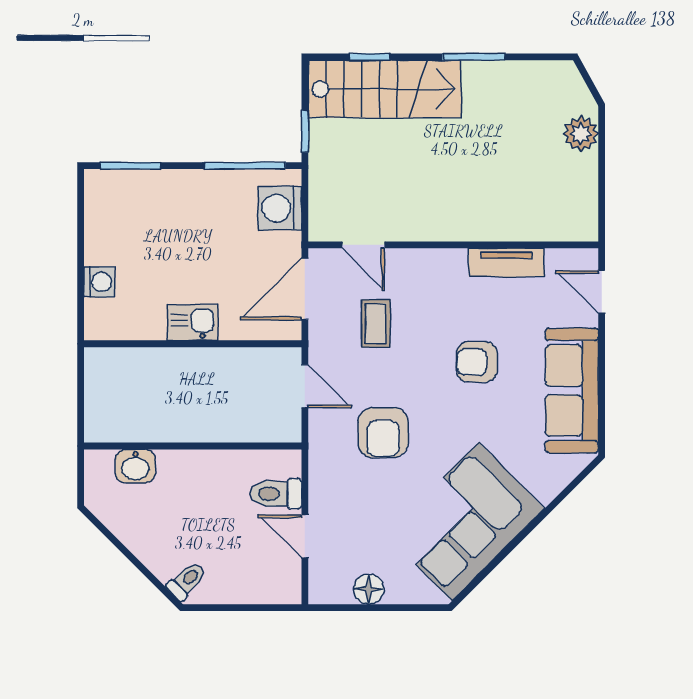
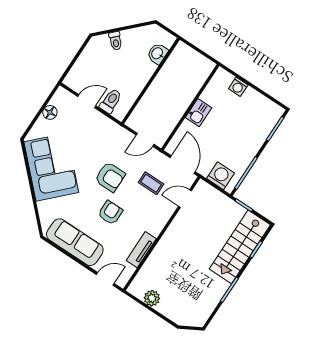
plant: (581, 134) -> (152, 298), moved
armchair: (383, 432) -> (110, 177), moved, turned 180
toilet: (187, 581) -> (115, 41), moved

